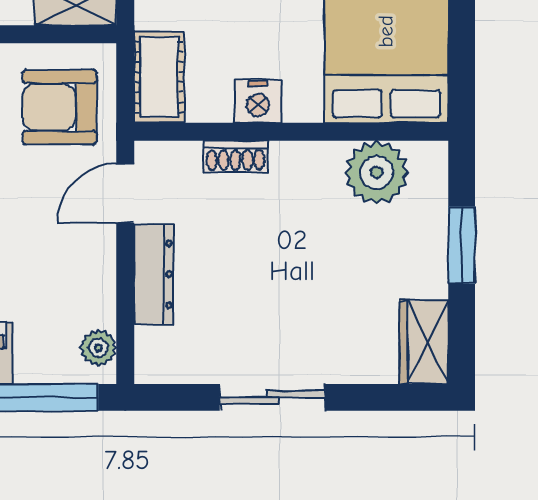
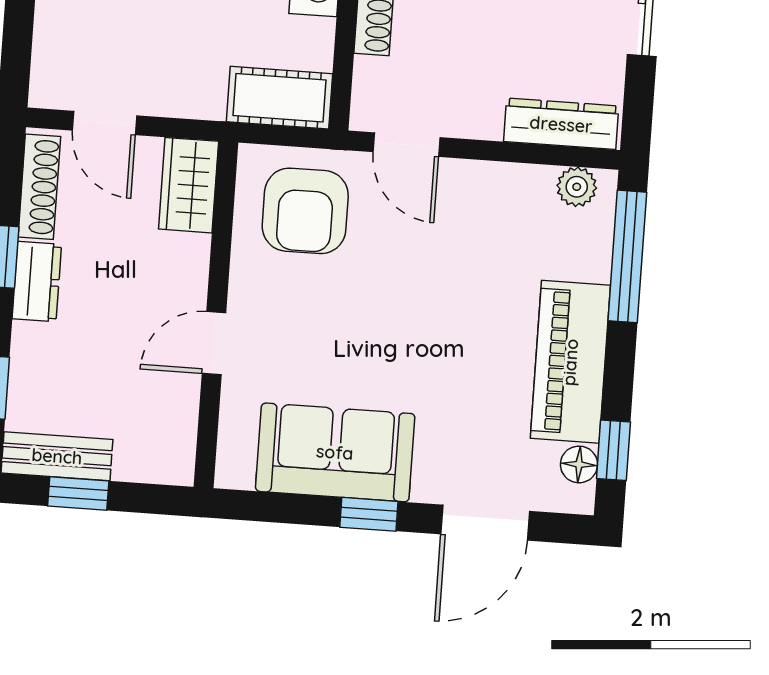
dresser: (154, 274) -> (561, 124), moved

